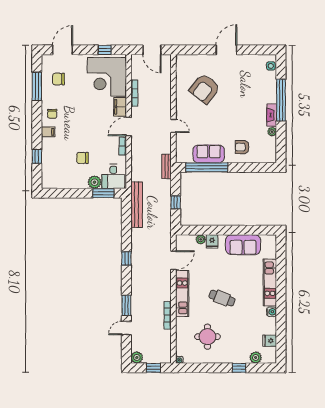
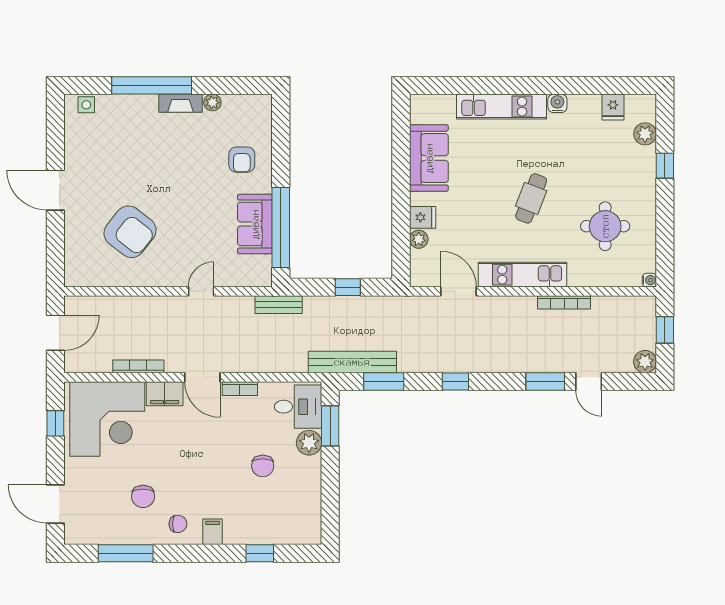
chair: (58, 79) -> (143, 496), moved
window: (126, 221) -> (384, 382), added

